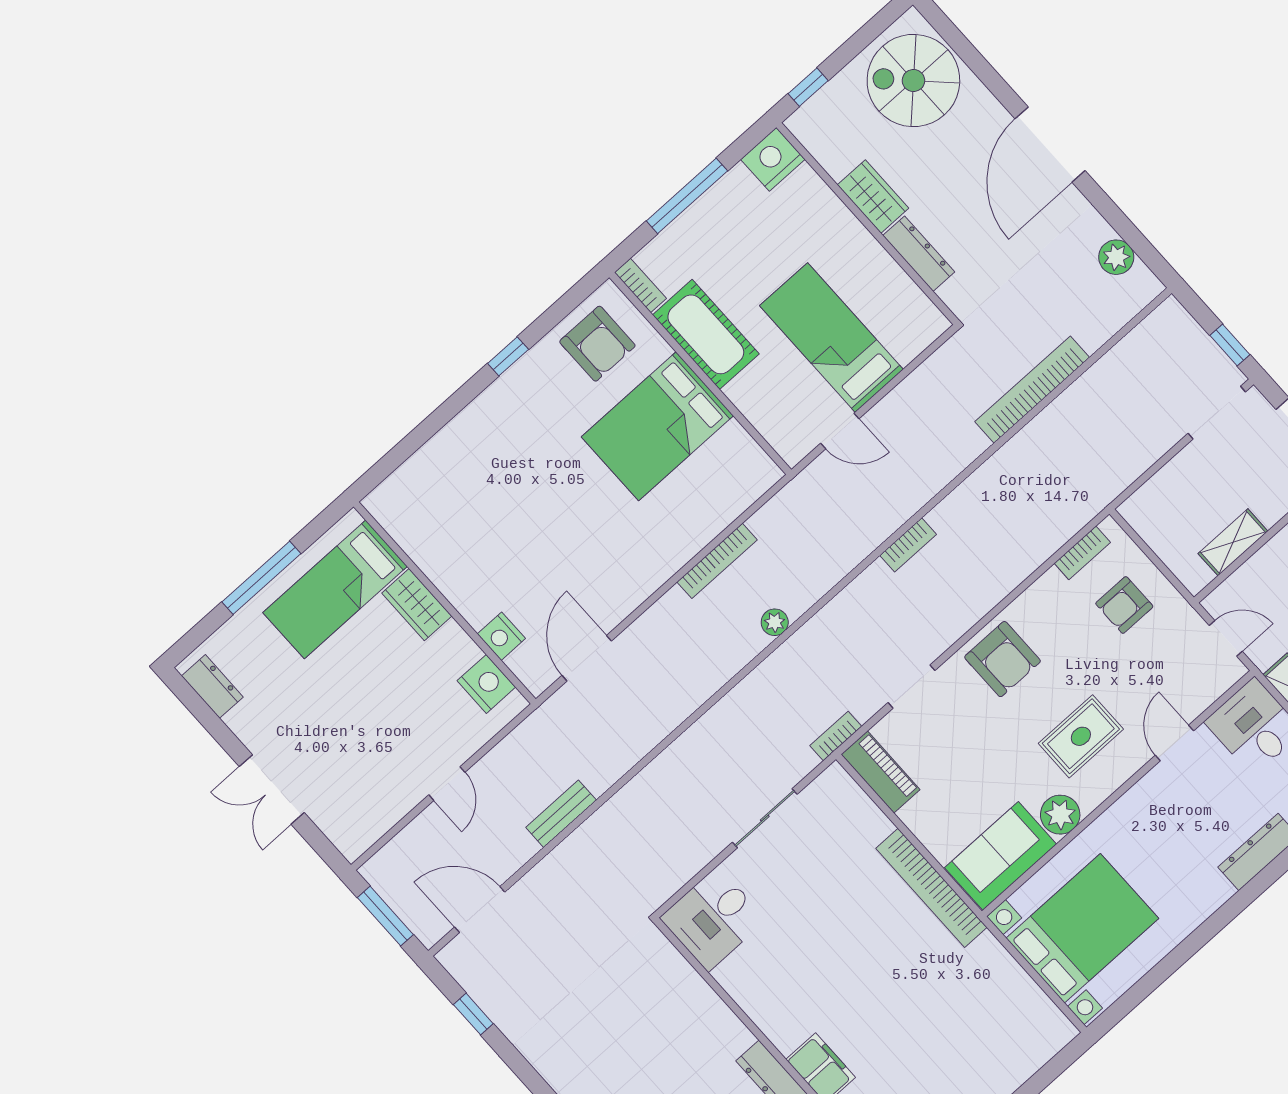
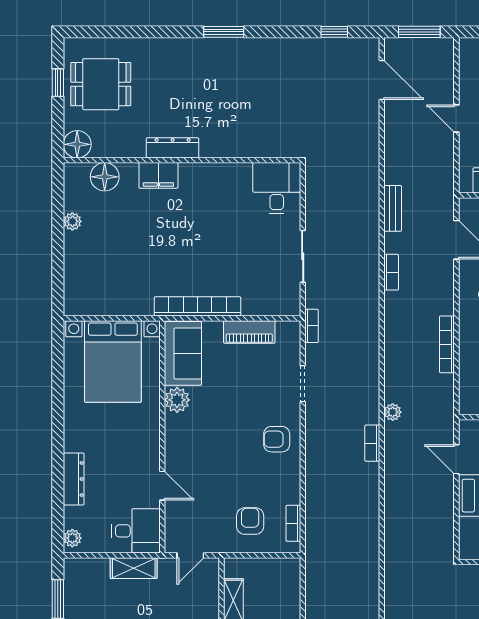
bookcase: (1032, 390) -> (391, 272), moved, width x0.43, depth x0.76
door: (840, 431) -> (456, 459), hinge flipped
plant: (775, 622) -> (393, 412), moved
armchair: (1003, 659) -> (277, 439), width x0.72, depth x0.72
rug: (1081, 736) -> (206, 444), removed
piano: (881, 772) -> (249, 332), moved
bench: (561, 814) -> (393, 208), moved
door: (480, 910) -> (382, 80), hinge flipped

